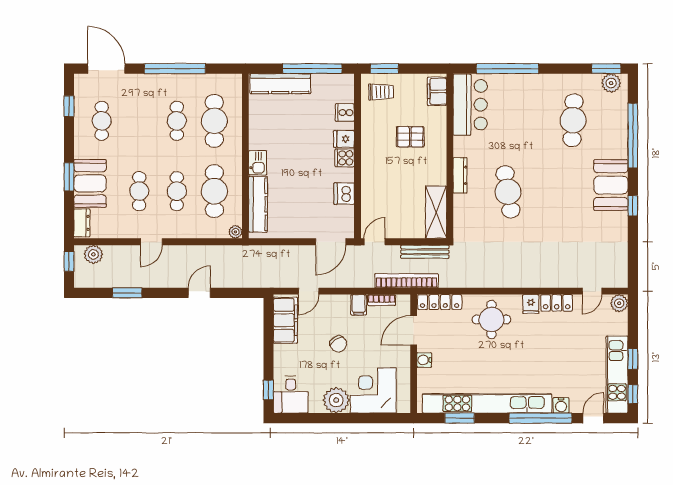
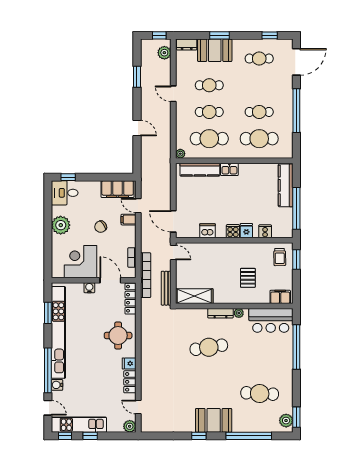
plant: (460, 150) -> (239, 313), added
filing cabinet: (359, 305) -> (128, 220), moved
corner desk: (373, 390) -> (81, 262), moved, turned -90

